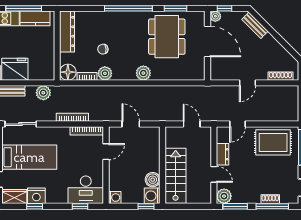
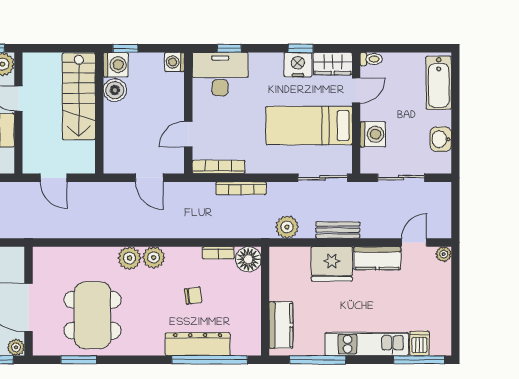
window: (128, 8) -> (210, 360), moved
kitchen counter: (35, 18) -> (281, 325), moved, turned 90
dresser: (67, 32) -> (198, 344), moved, turned 90
plant: (105, 73) -> (154, 257), moved

